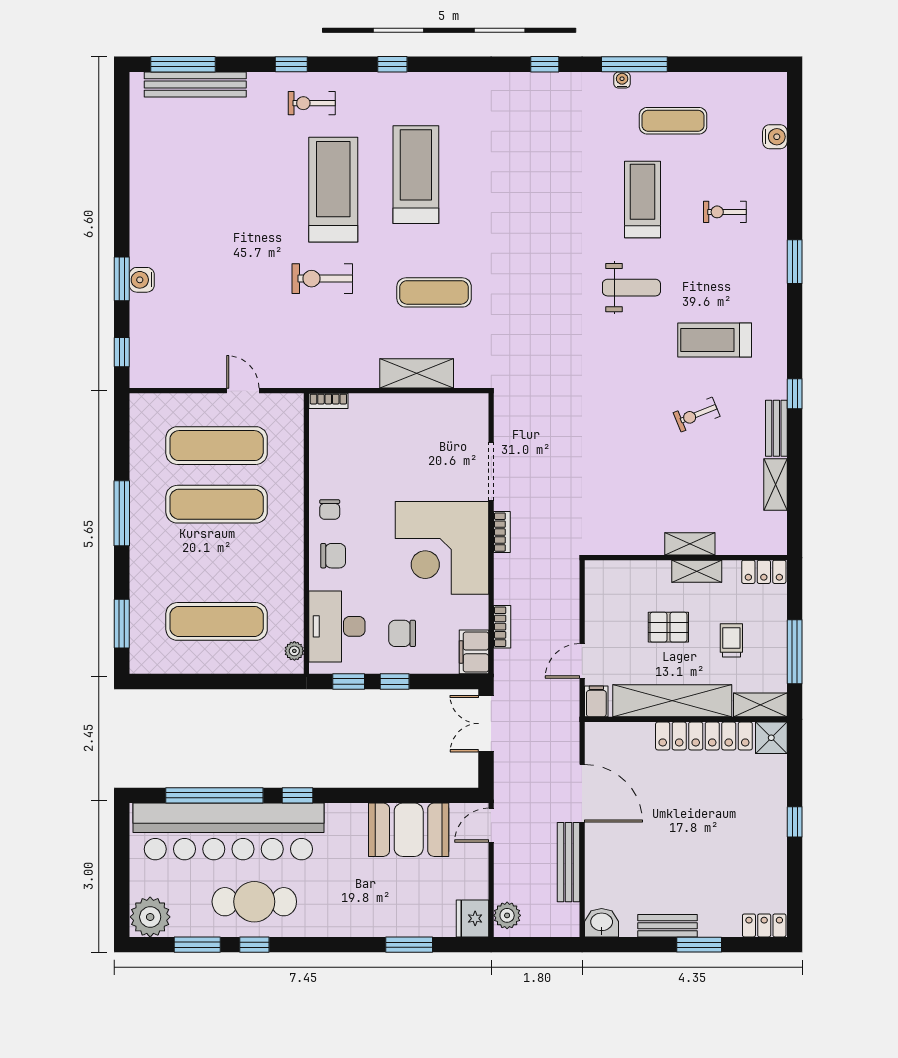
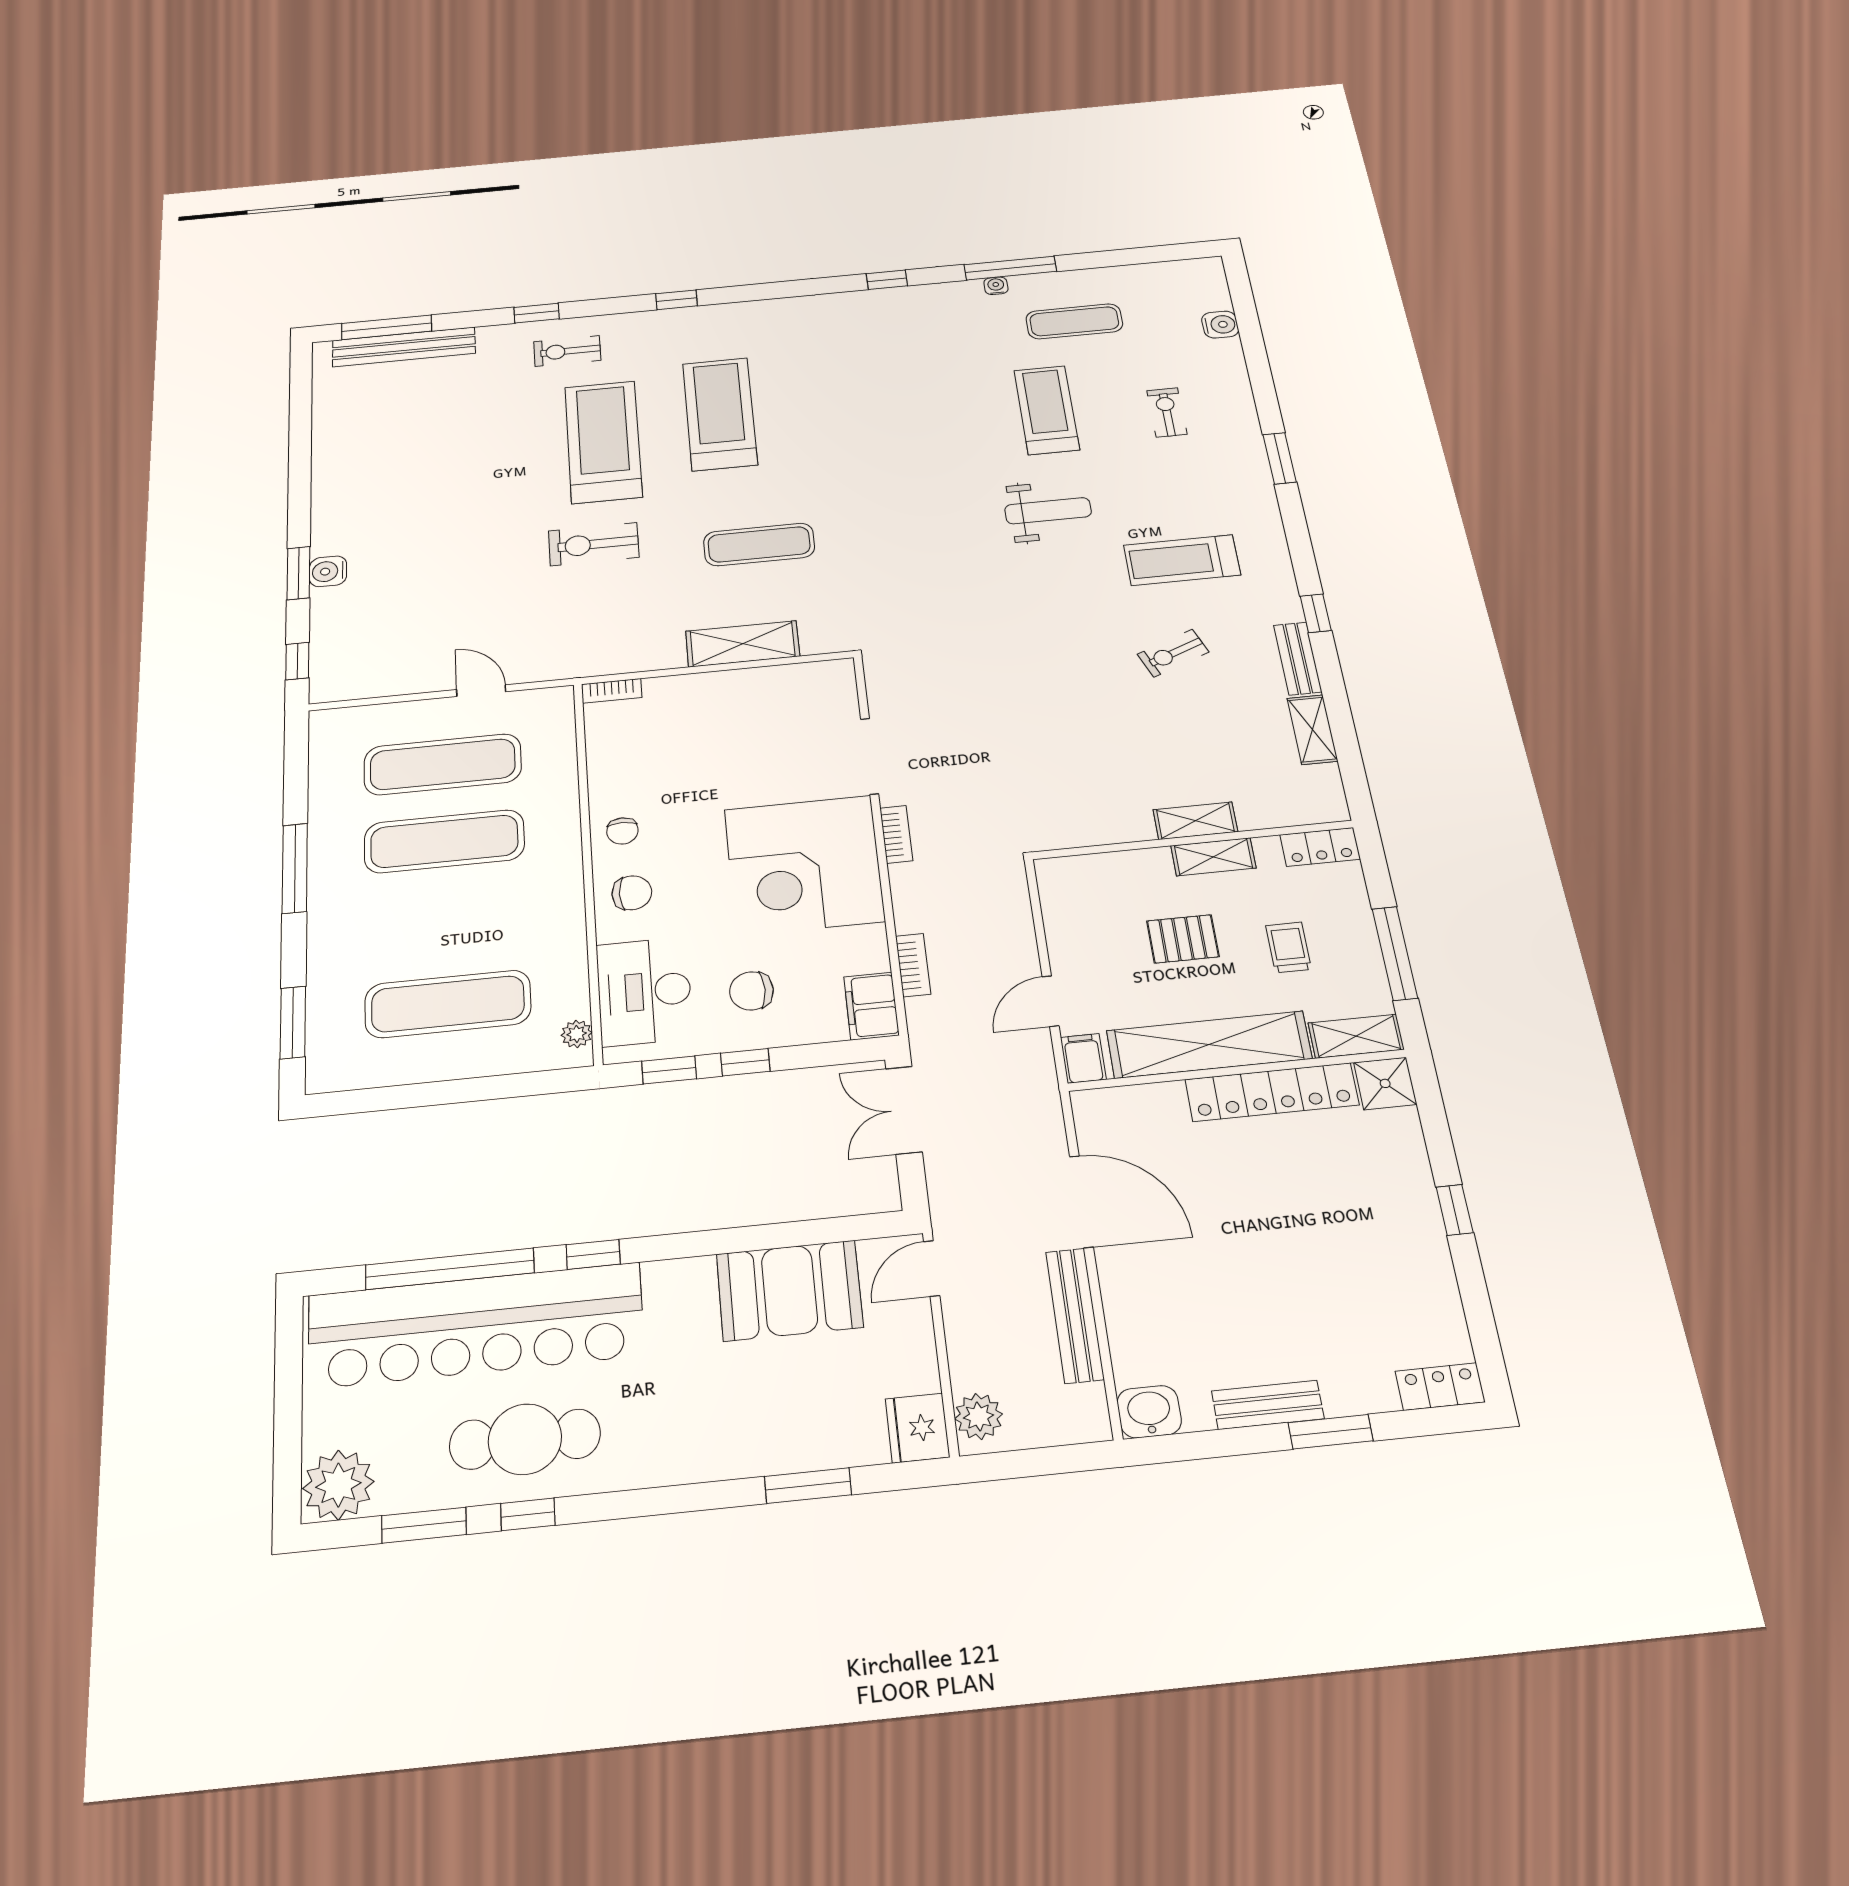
exercise bike: (725, 212) -> (1167, 412), turned 90

